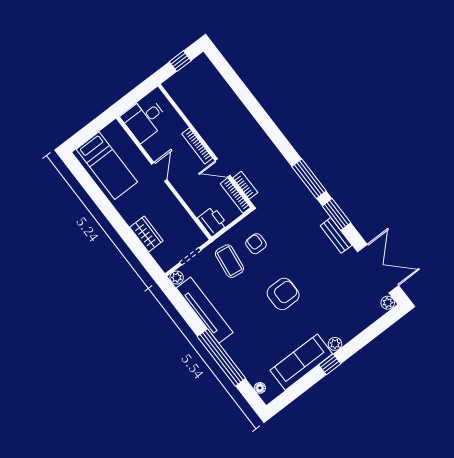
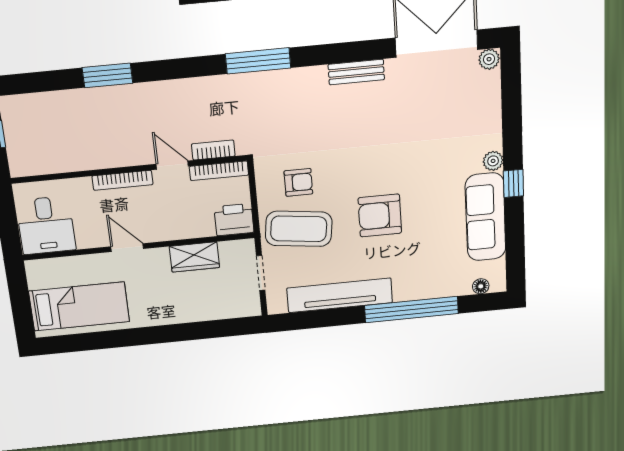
door: (223, 168) -> (172, 165), swing flipped
window: (336, 214) -> (107, 75), moved
wardrobe: (146, 234) -> (194, 257), moved, turned 180
armchair: (256, 244) -> (298, 182), turned 180
coffee table: (229, 261) -> (299, 229), width x1.36, depth x1.32
plant: (177, 278) -> (276, 305), removed
armchair: (283, 294) -> (380, 215), moved, turned -90

